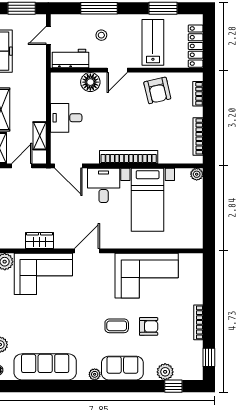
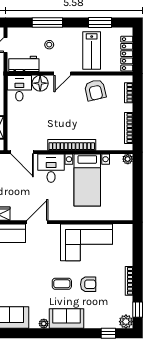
lab bench: (153, 42) -> (92, 51), turned 180
desk: (66, 118) -> (19, 88), moved, turned 90
plant: (165, 372) -> (126, 322), moved

